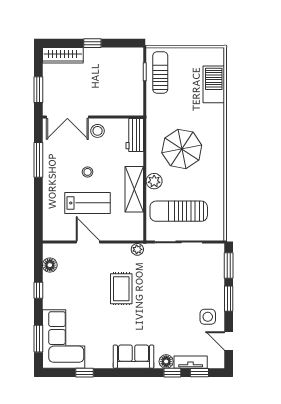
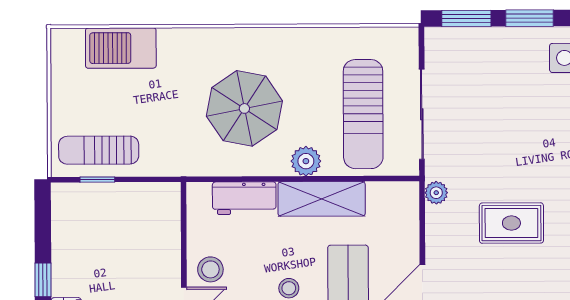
workbench: (135, 135) -> (244, 198), moved

